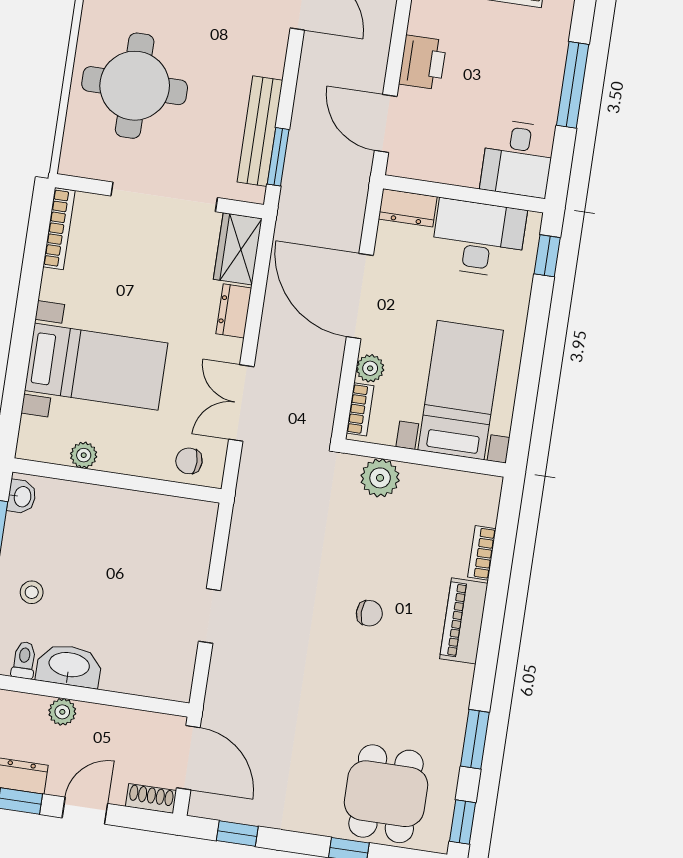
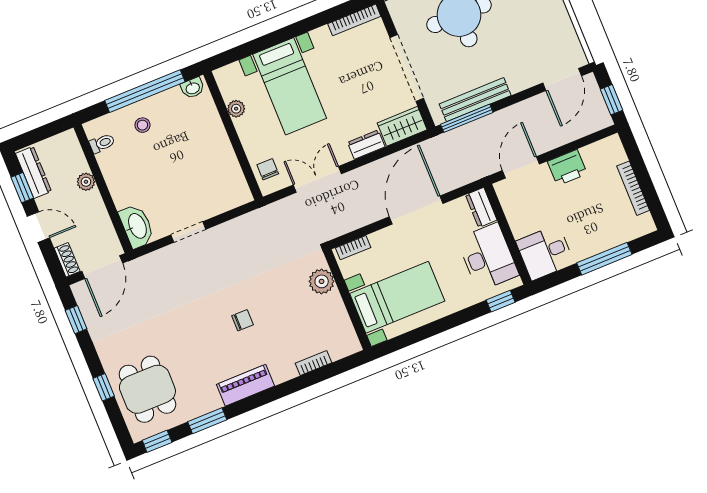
window: (278, 157) -> (467, 118), width x1.44
plant: (370, 368) -> (379, 240), removed
chair: (369, 613) -> (243, 320), turned -90
piano: (464, 621) -> (245, 385), moved
washbasin: (69, 666) -> (137, 226), moved
dining table: (386, 794) -> (147, 389), turned 90

